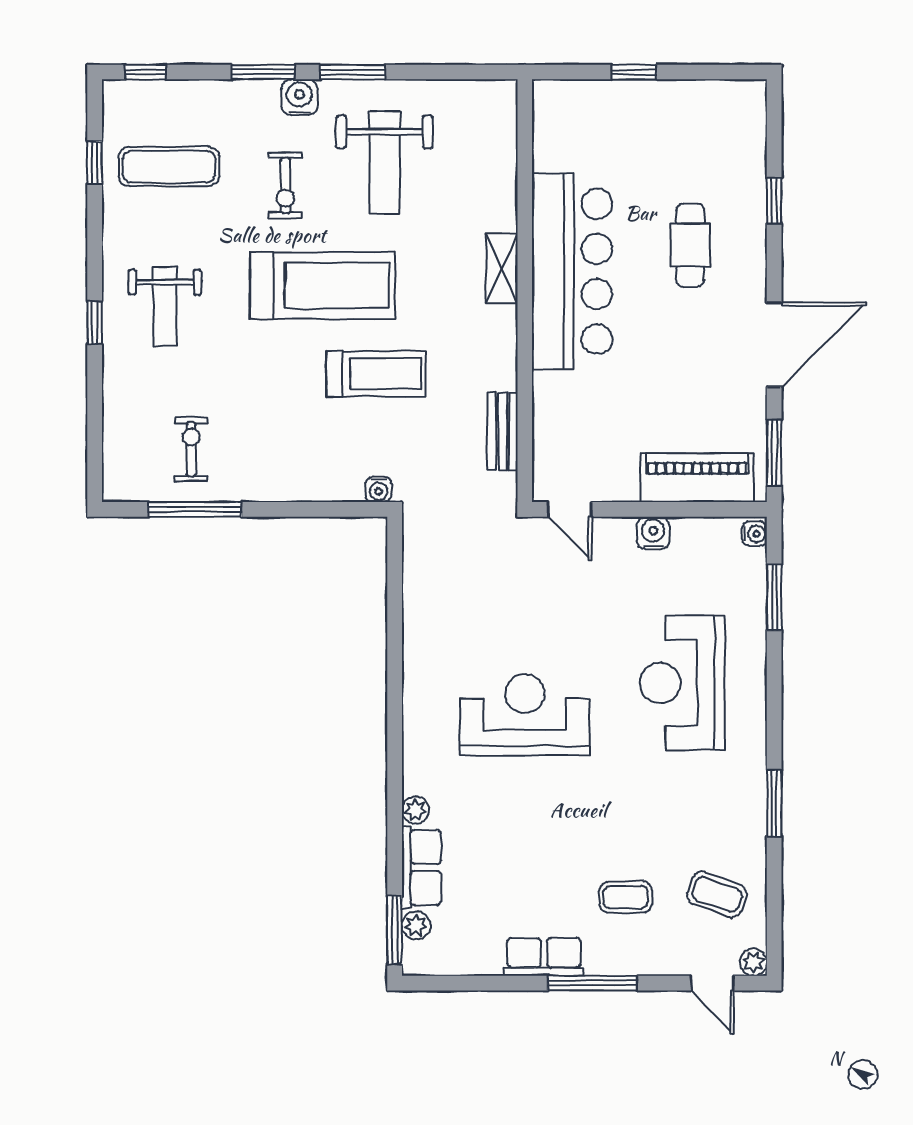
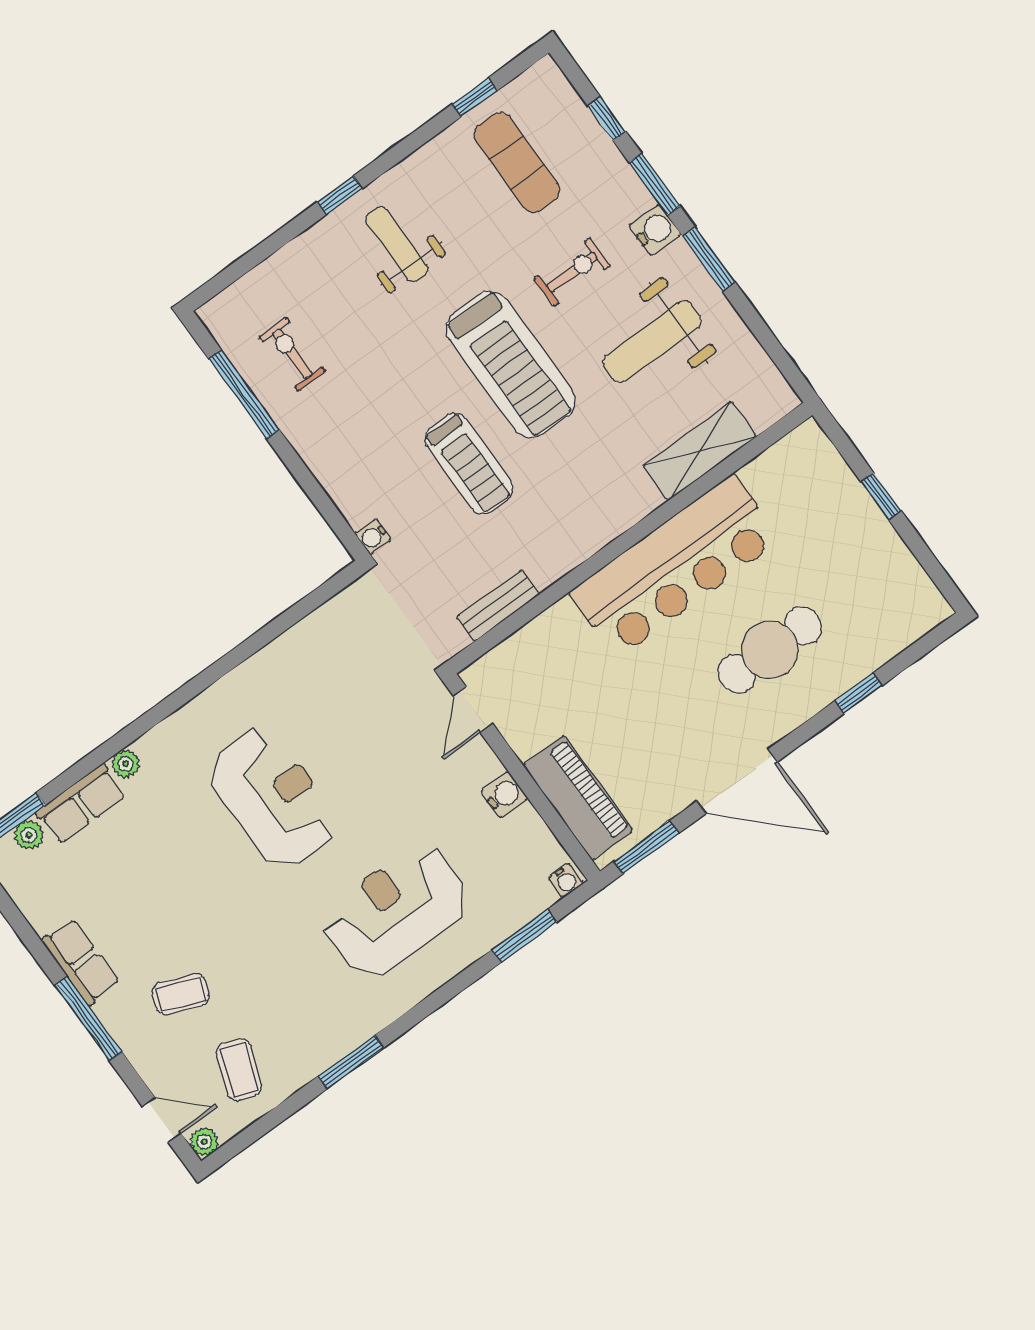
window: (146, 72) -> (607, 119), moved
exercise bike: (285, 185) -> (572, 272), turned 180
cafe table: (690, 245) -> (770, 650), width x1.37, depth x1.35
shelving: (502, 269) -> (700, 451), moved, width x1.50, depth x1.33
weight bench: (165, 306) -> (397, 244), turned 90
exercise bike: (191, 449) -> (292, 354), turned -90
coffee table: (626, 897) -> (181, 994), turned -68
door: (712, 983) -> (162, 1120), swing flipped

